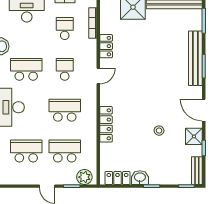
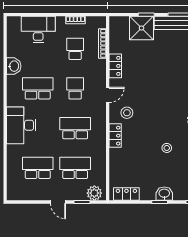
stool: (118, 94) -> (127, 113), added
locker: (106, 124) -> (115, 136), width x0.66
washbasin: (140, 178) -> (164, 194), moved

